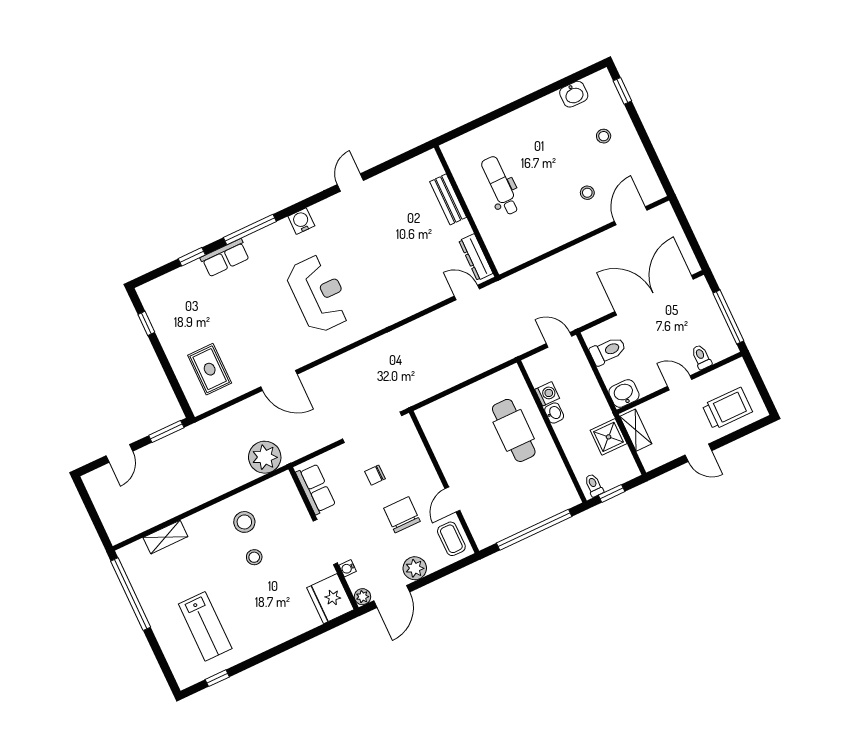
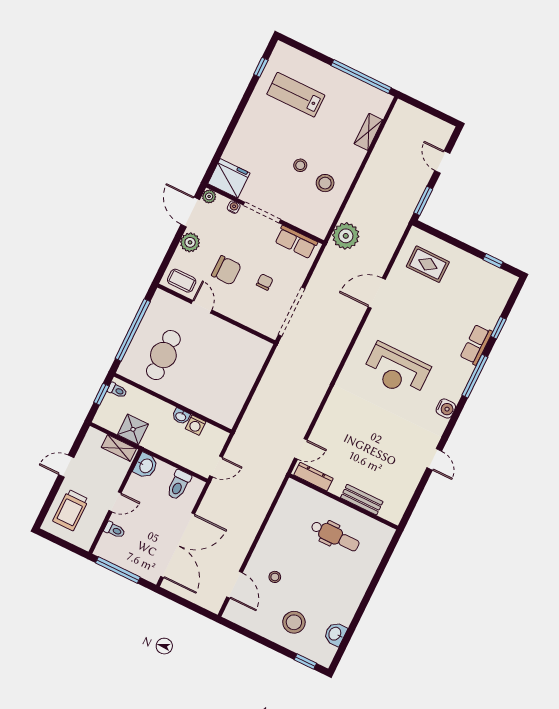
stool: (604, 136) -> (294, 622), width x1.89, depth x1.89
cafe table: (514, 430) -> (163, 355), moved, turned 90

